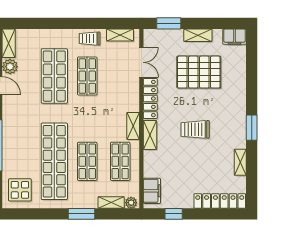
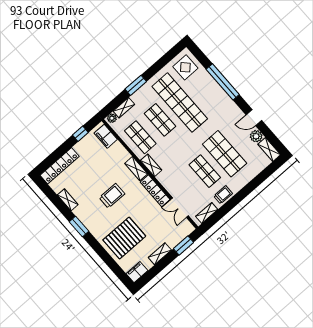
pallet: (199, 72) -> (124, 238), moved

